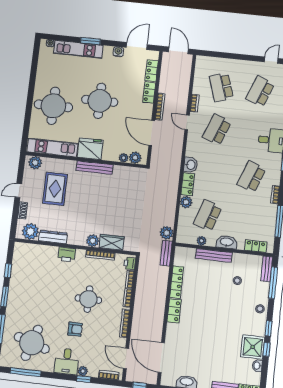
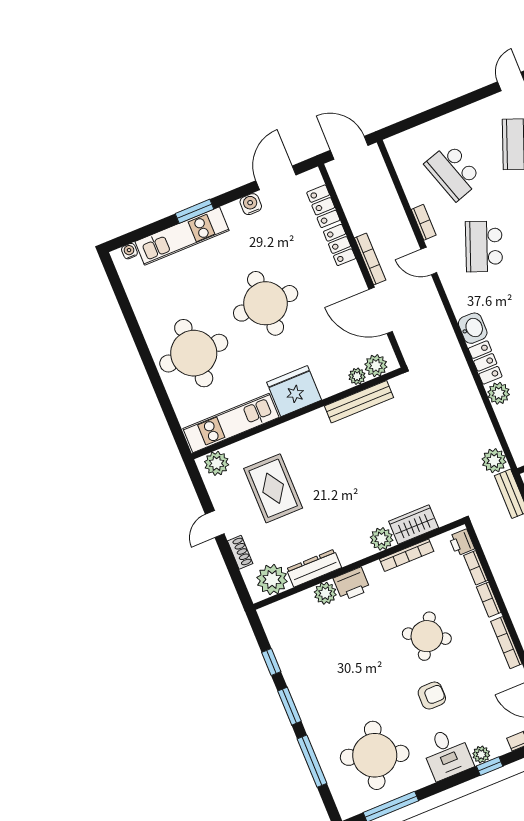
bench: (95, 168) -> (359, 402), moved
plant: (52, 252) -> (325, 593), added
round table: (88, 299) -> (427, 636), turned 30

